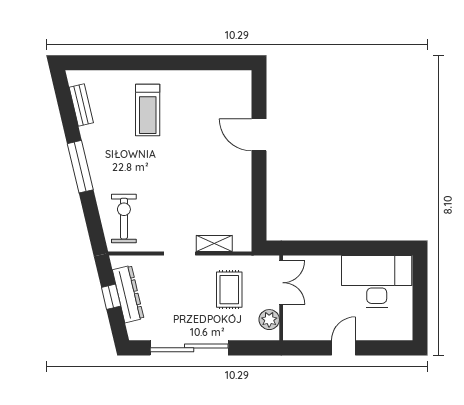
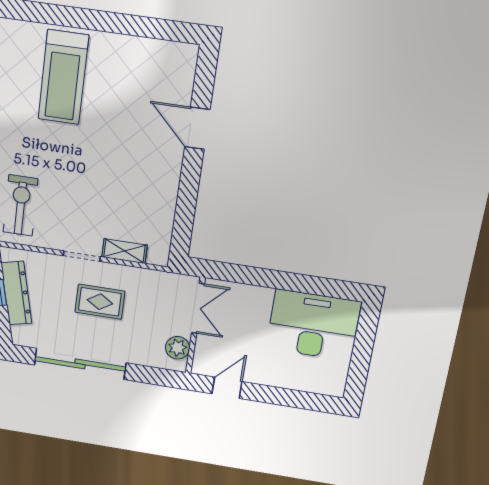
treadmill: (148, 110) -> (63, 77), width x1.37, depth x1.38
rug: (229, 290) -> (100, 302), moved, turned 90
door: (344, 348) -> (227, 388), moved

